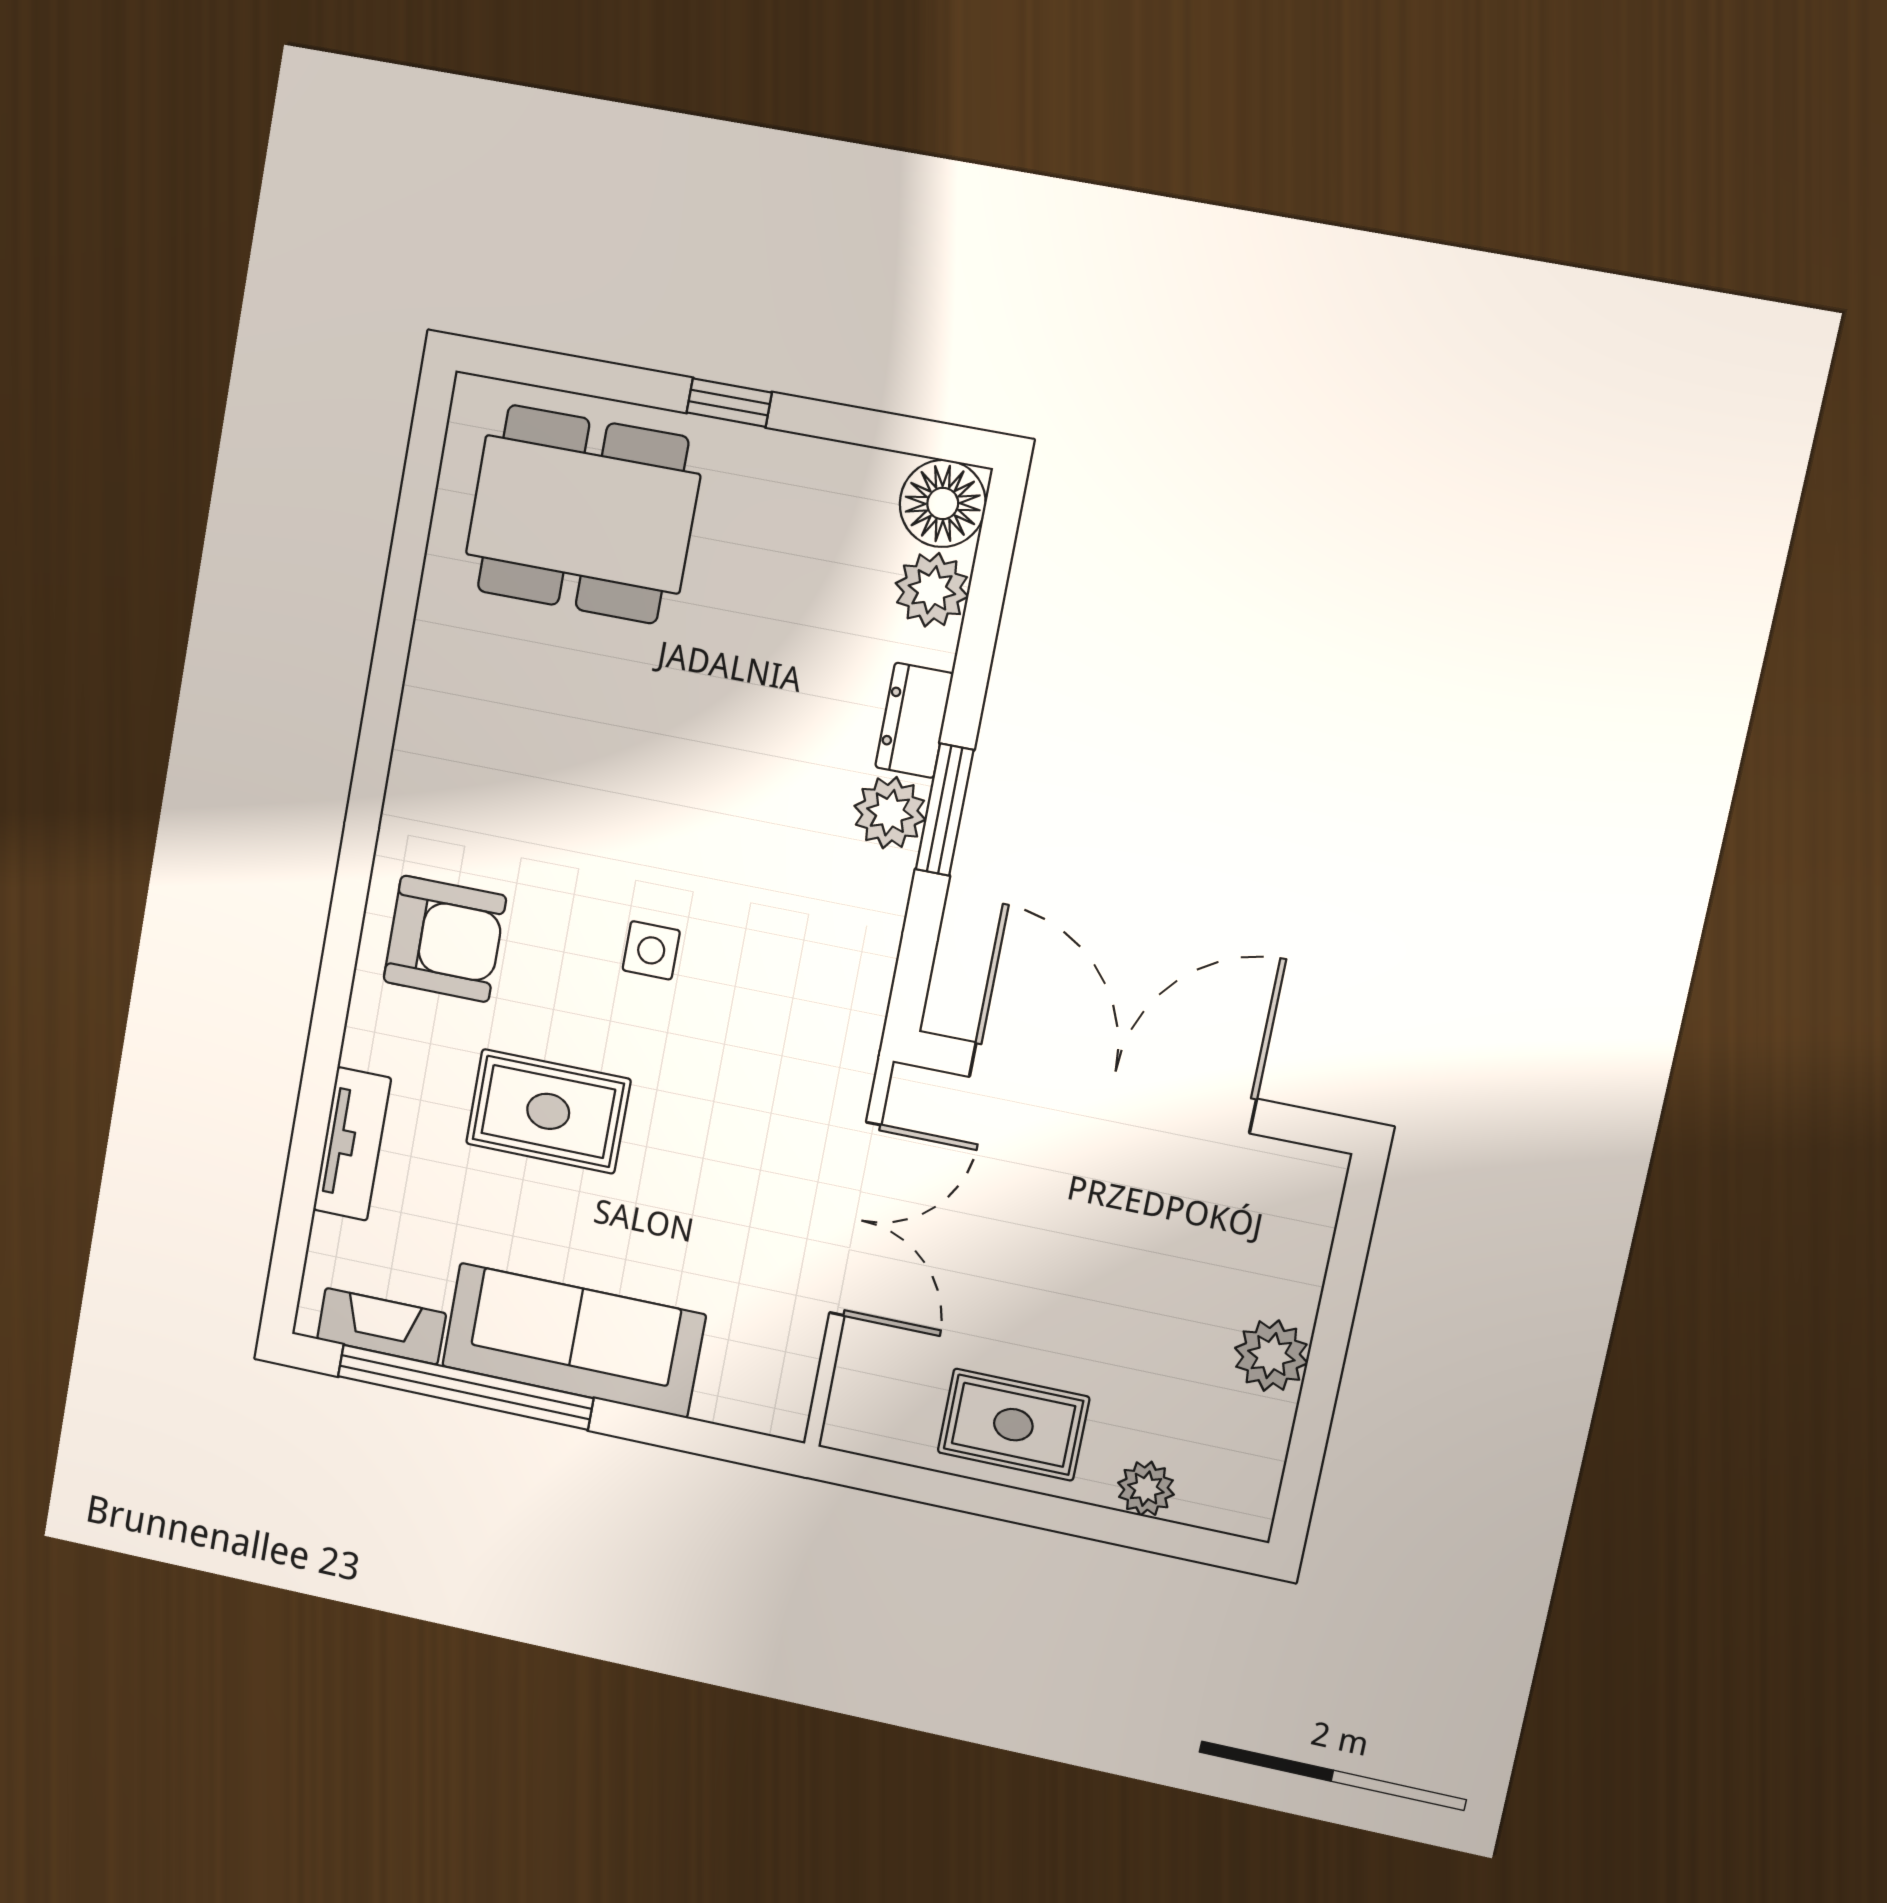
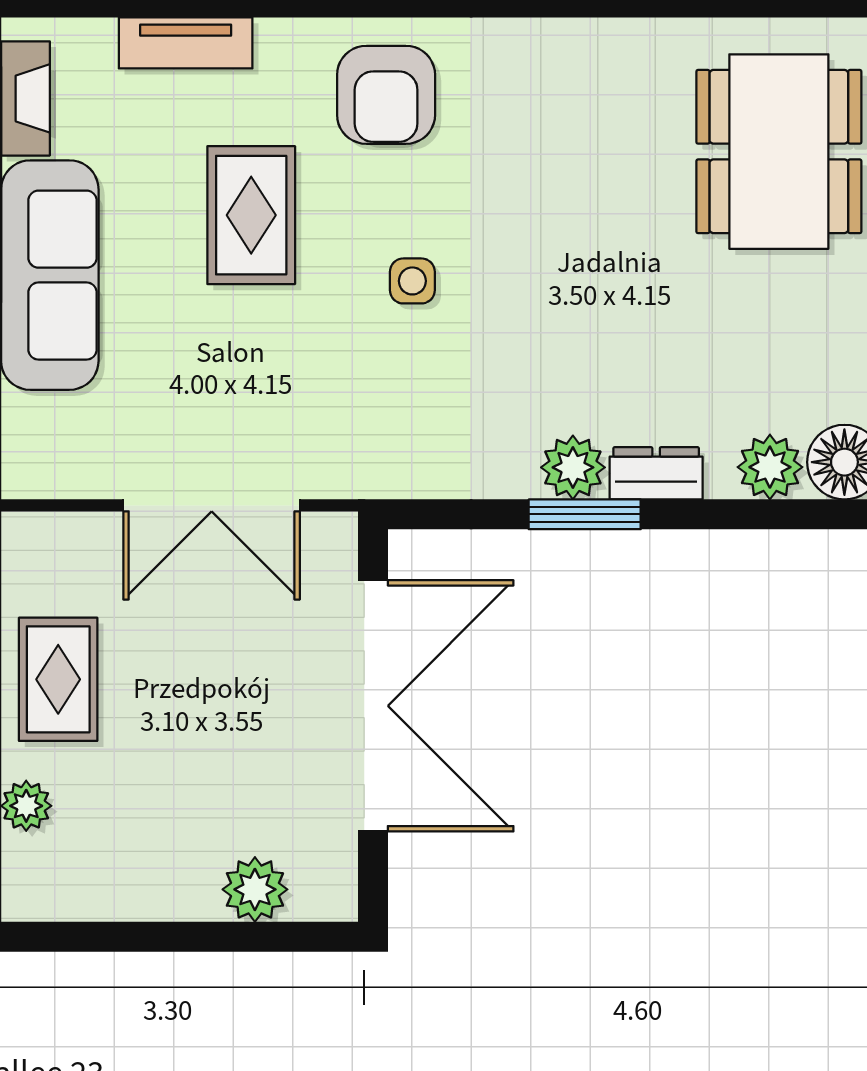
plant: (1271, 1356) -> (255, 889), moved

